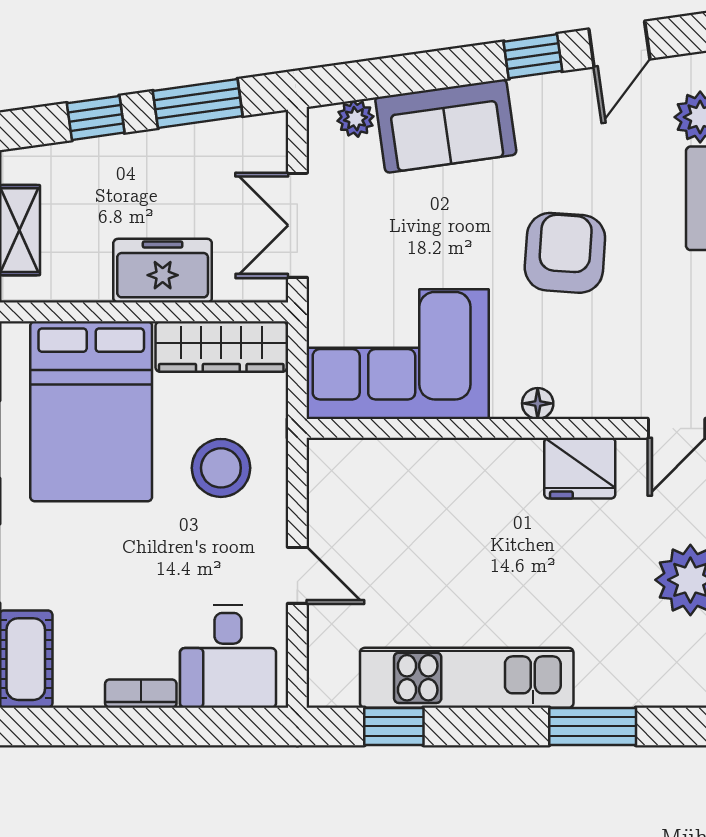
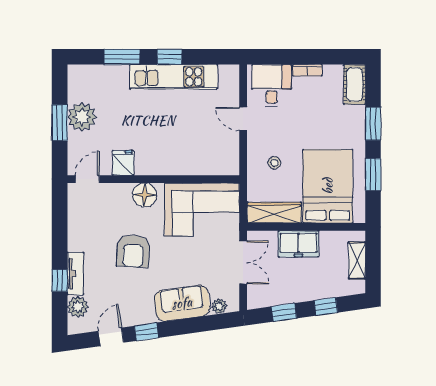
window: (198, 104) -> (284, 312), width x0.67
floor lamp: (538, 403) -> (144, 195), width x1.89, depth x1.89
stool: (221, 468) -> (274, 163), width x0.53, depth x0.53
fridge: (580, 468) -> (123, 163), width x0.72
window: (394, 726) -> (170, 57), moved

